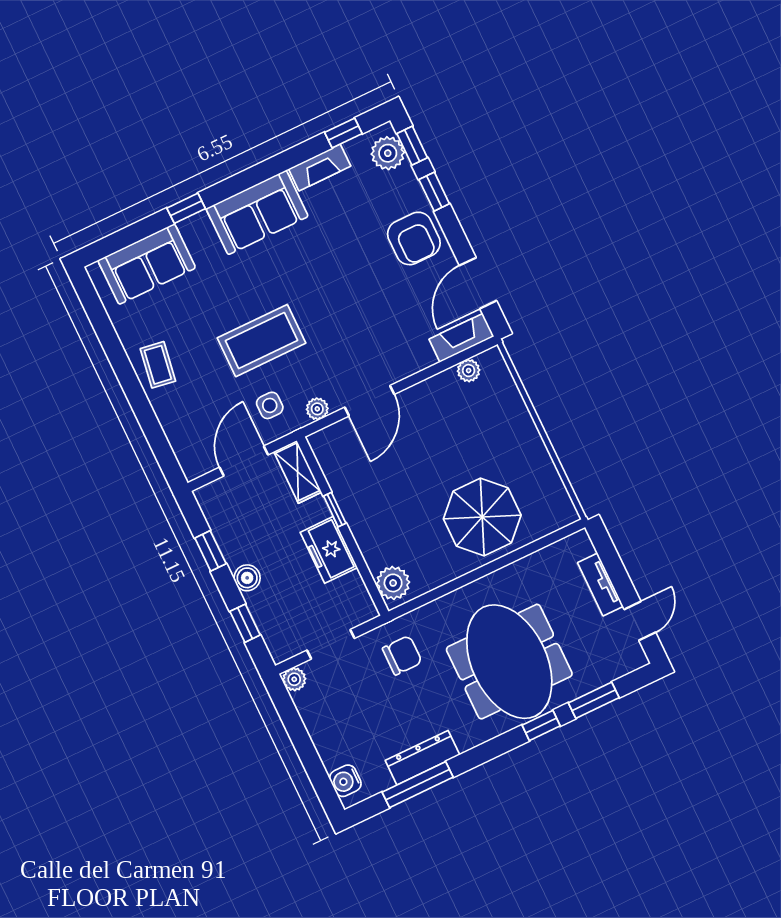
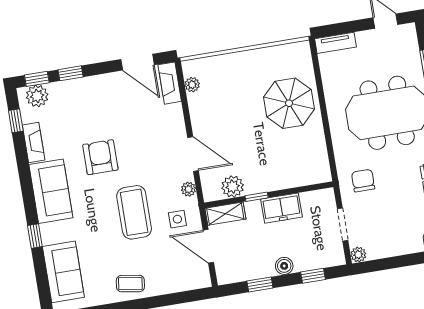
armchair: (414, 238) -> (100, 157), moved, turned -90
plant: (393, 583) -> (233, 187), moved
tv unit: (600, 585) -> (336, 43), moved

